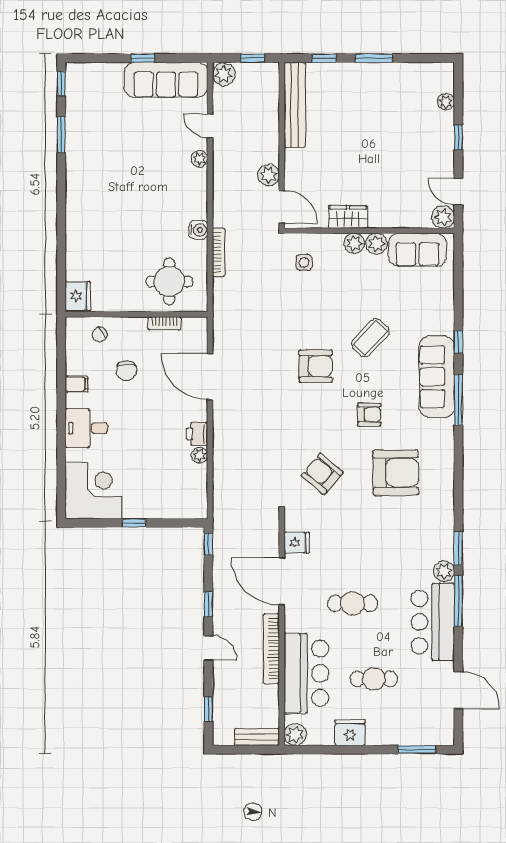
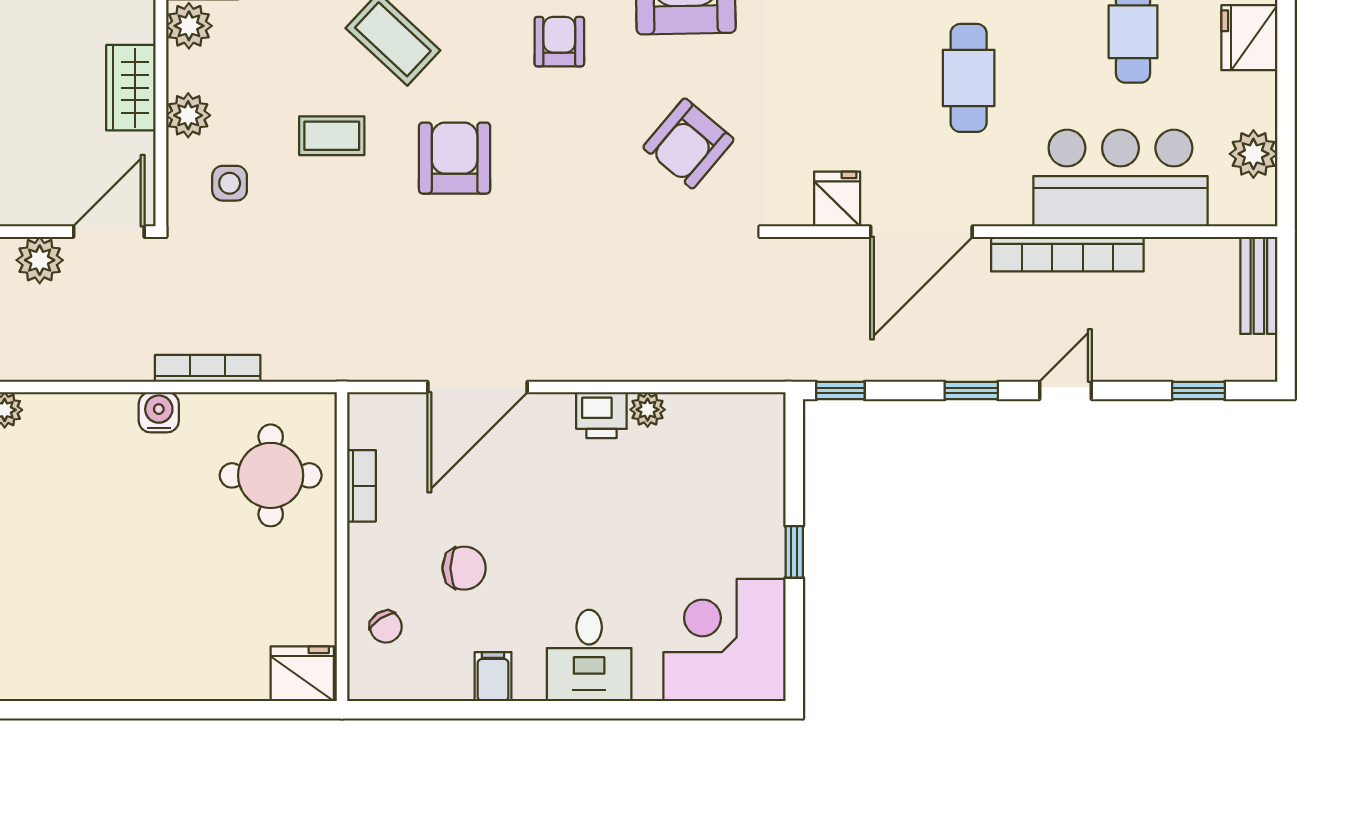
plant: (354, 243) -> (188, 115), moved
coffee table: (326, 310) -> (332, 136), added
fridge: (350, 733) -> (1249, 38), moved
plant: (295, 735) -> (1253, 154), moved

